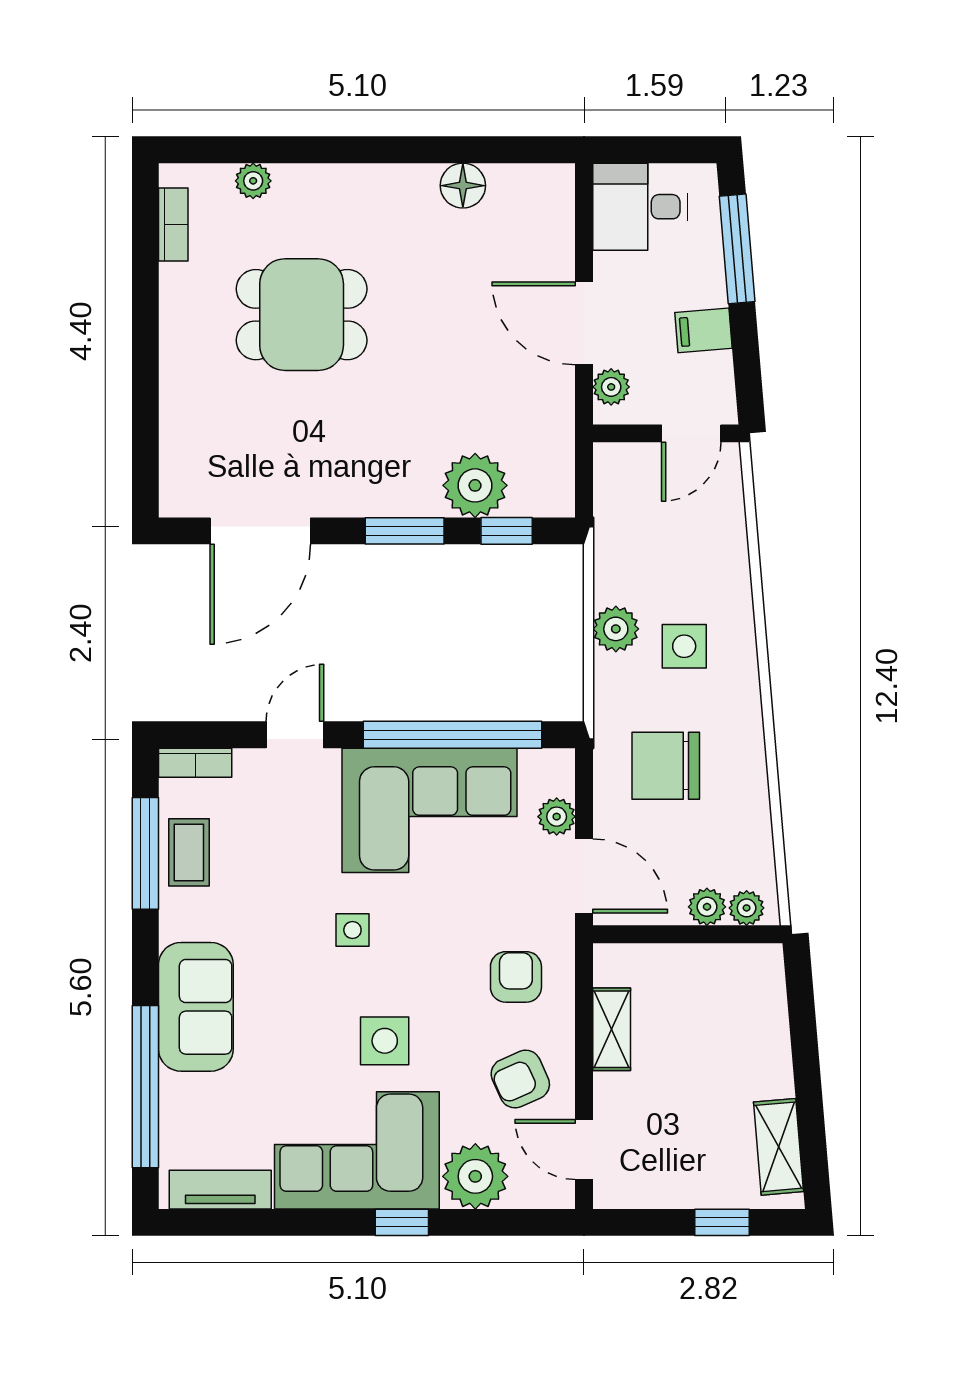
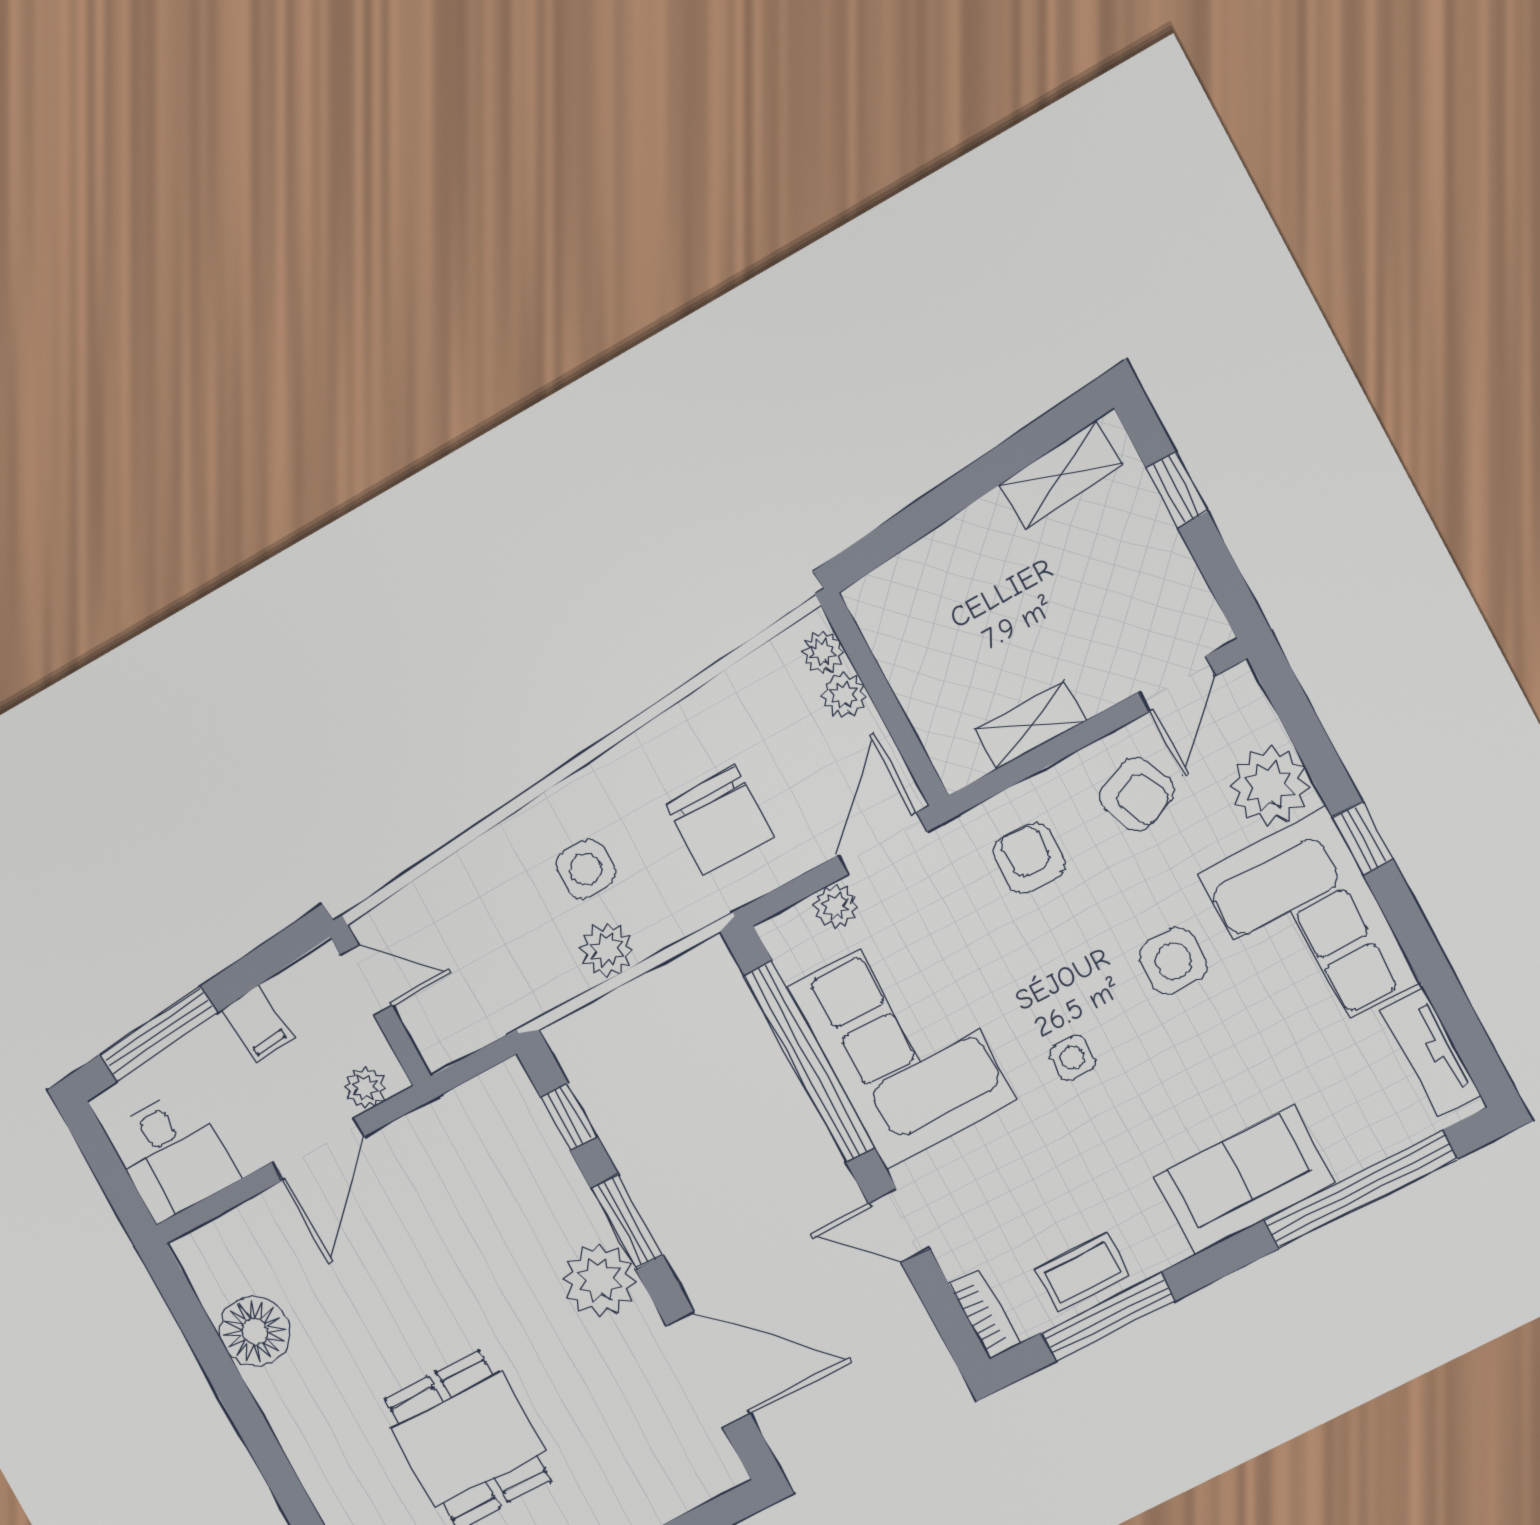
floor lamp: (463, 186) -> (255, 1331), width x1.38, depth x1.38
plant: (475, 485) -> (599, 1280), moved
armchair: (516, 977) -> (1029, 858), turned 90

